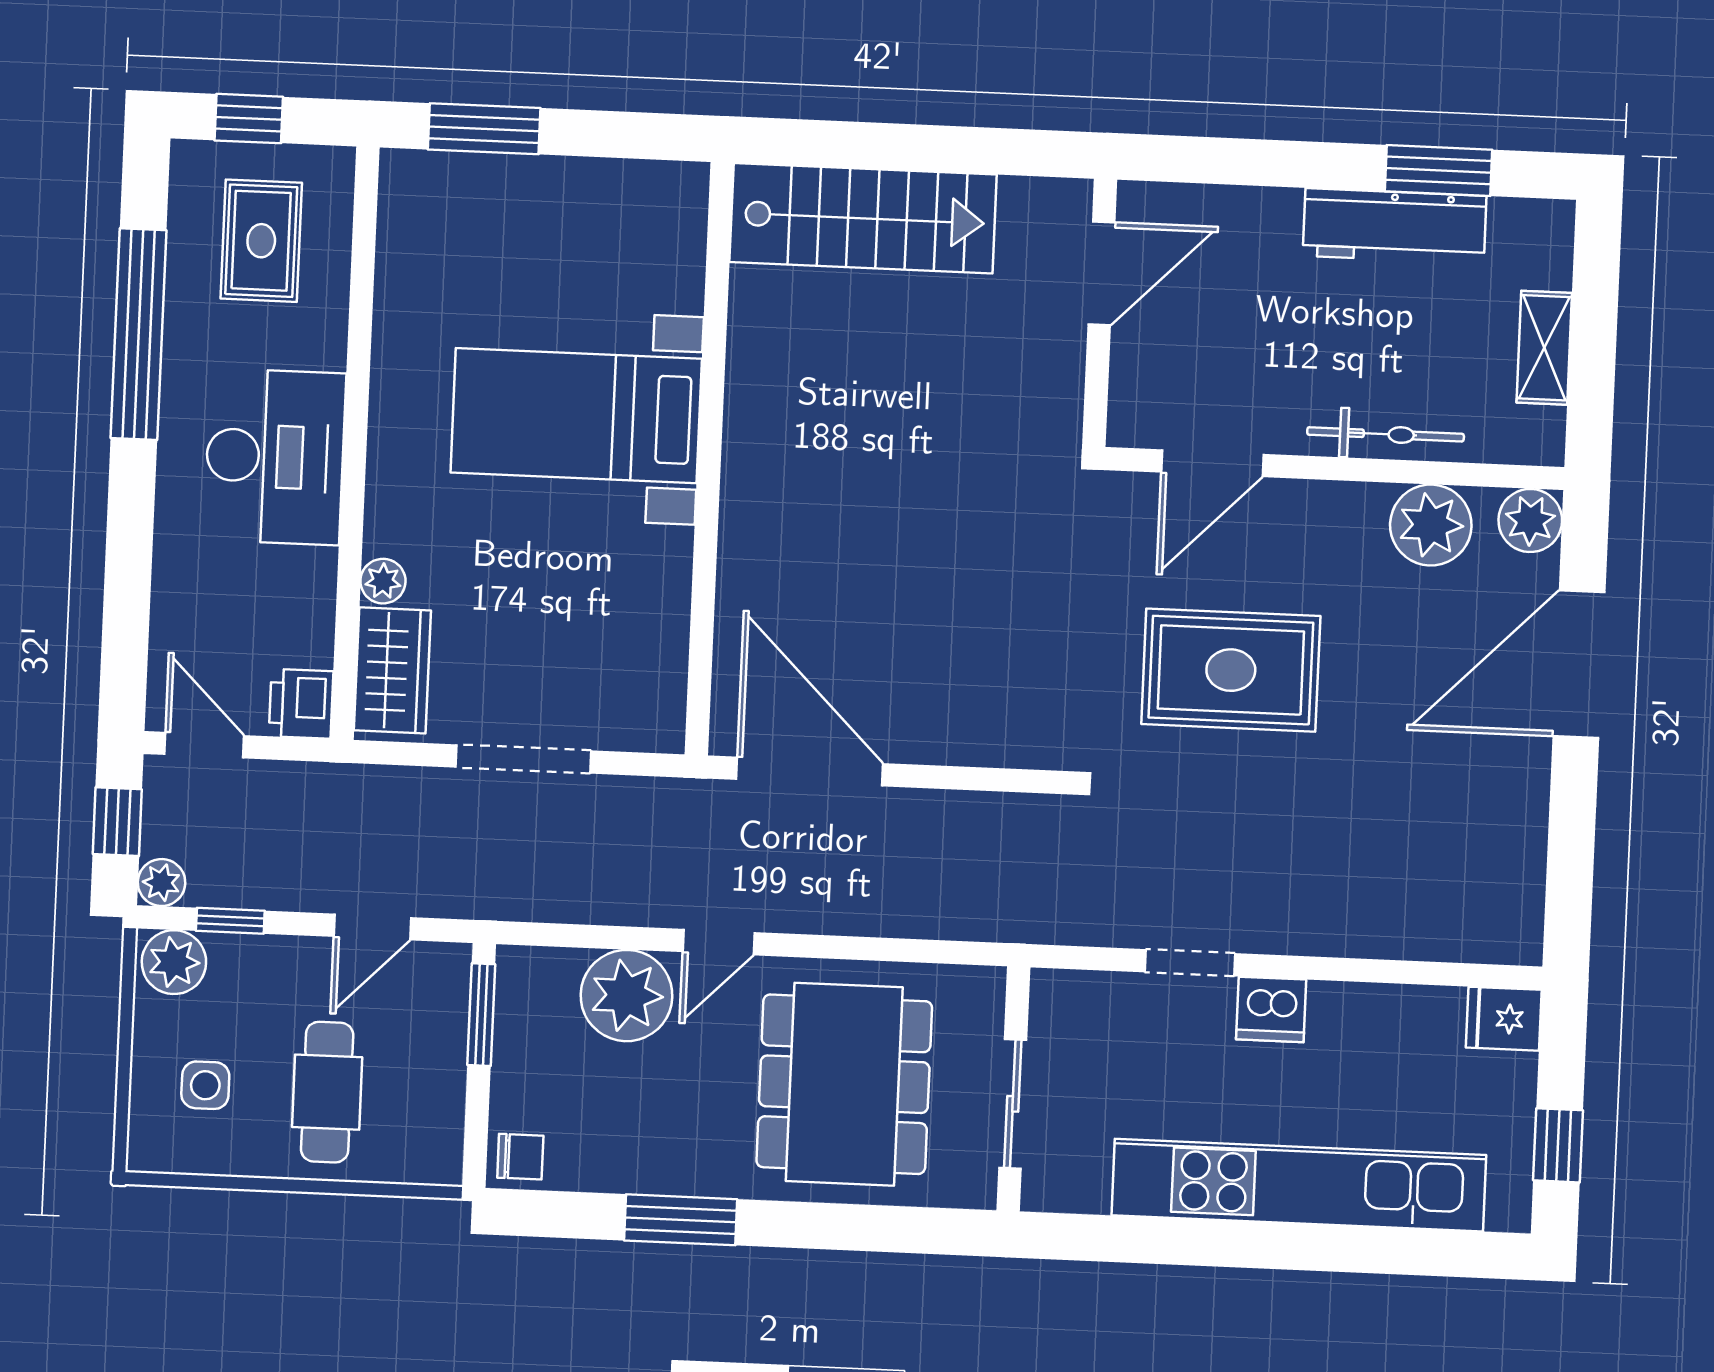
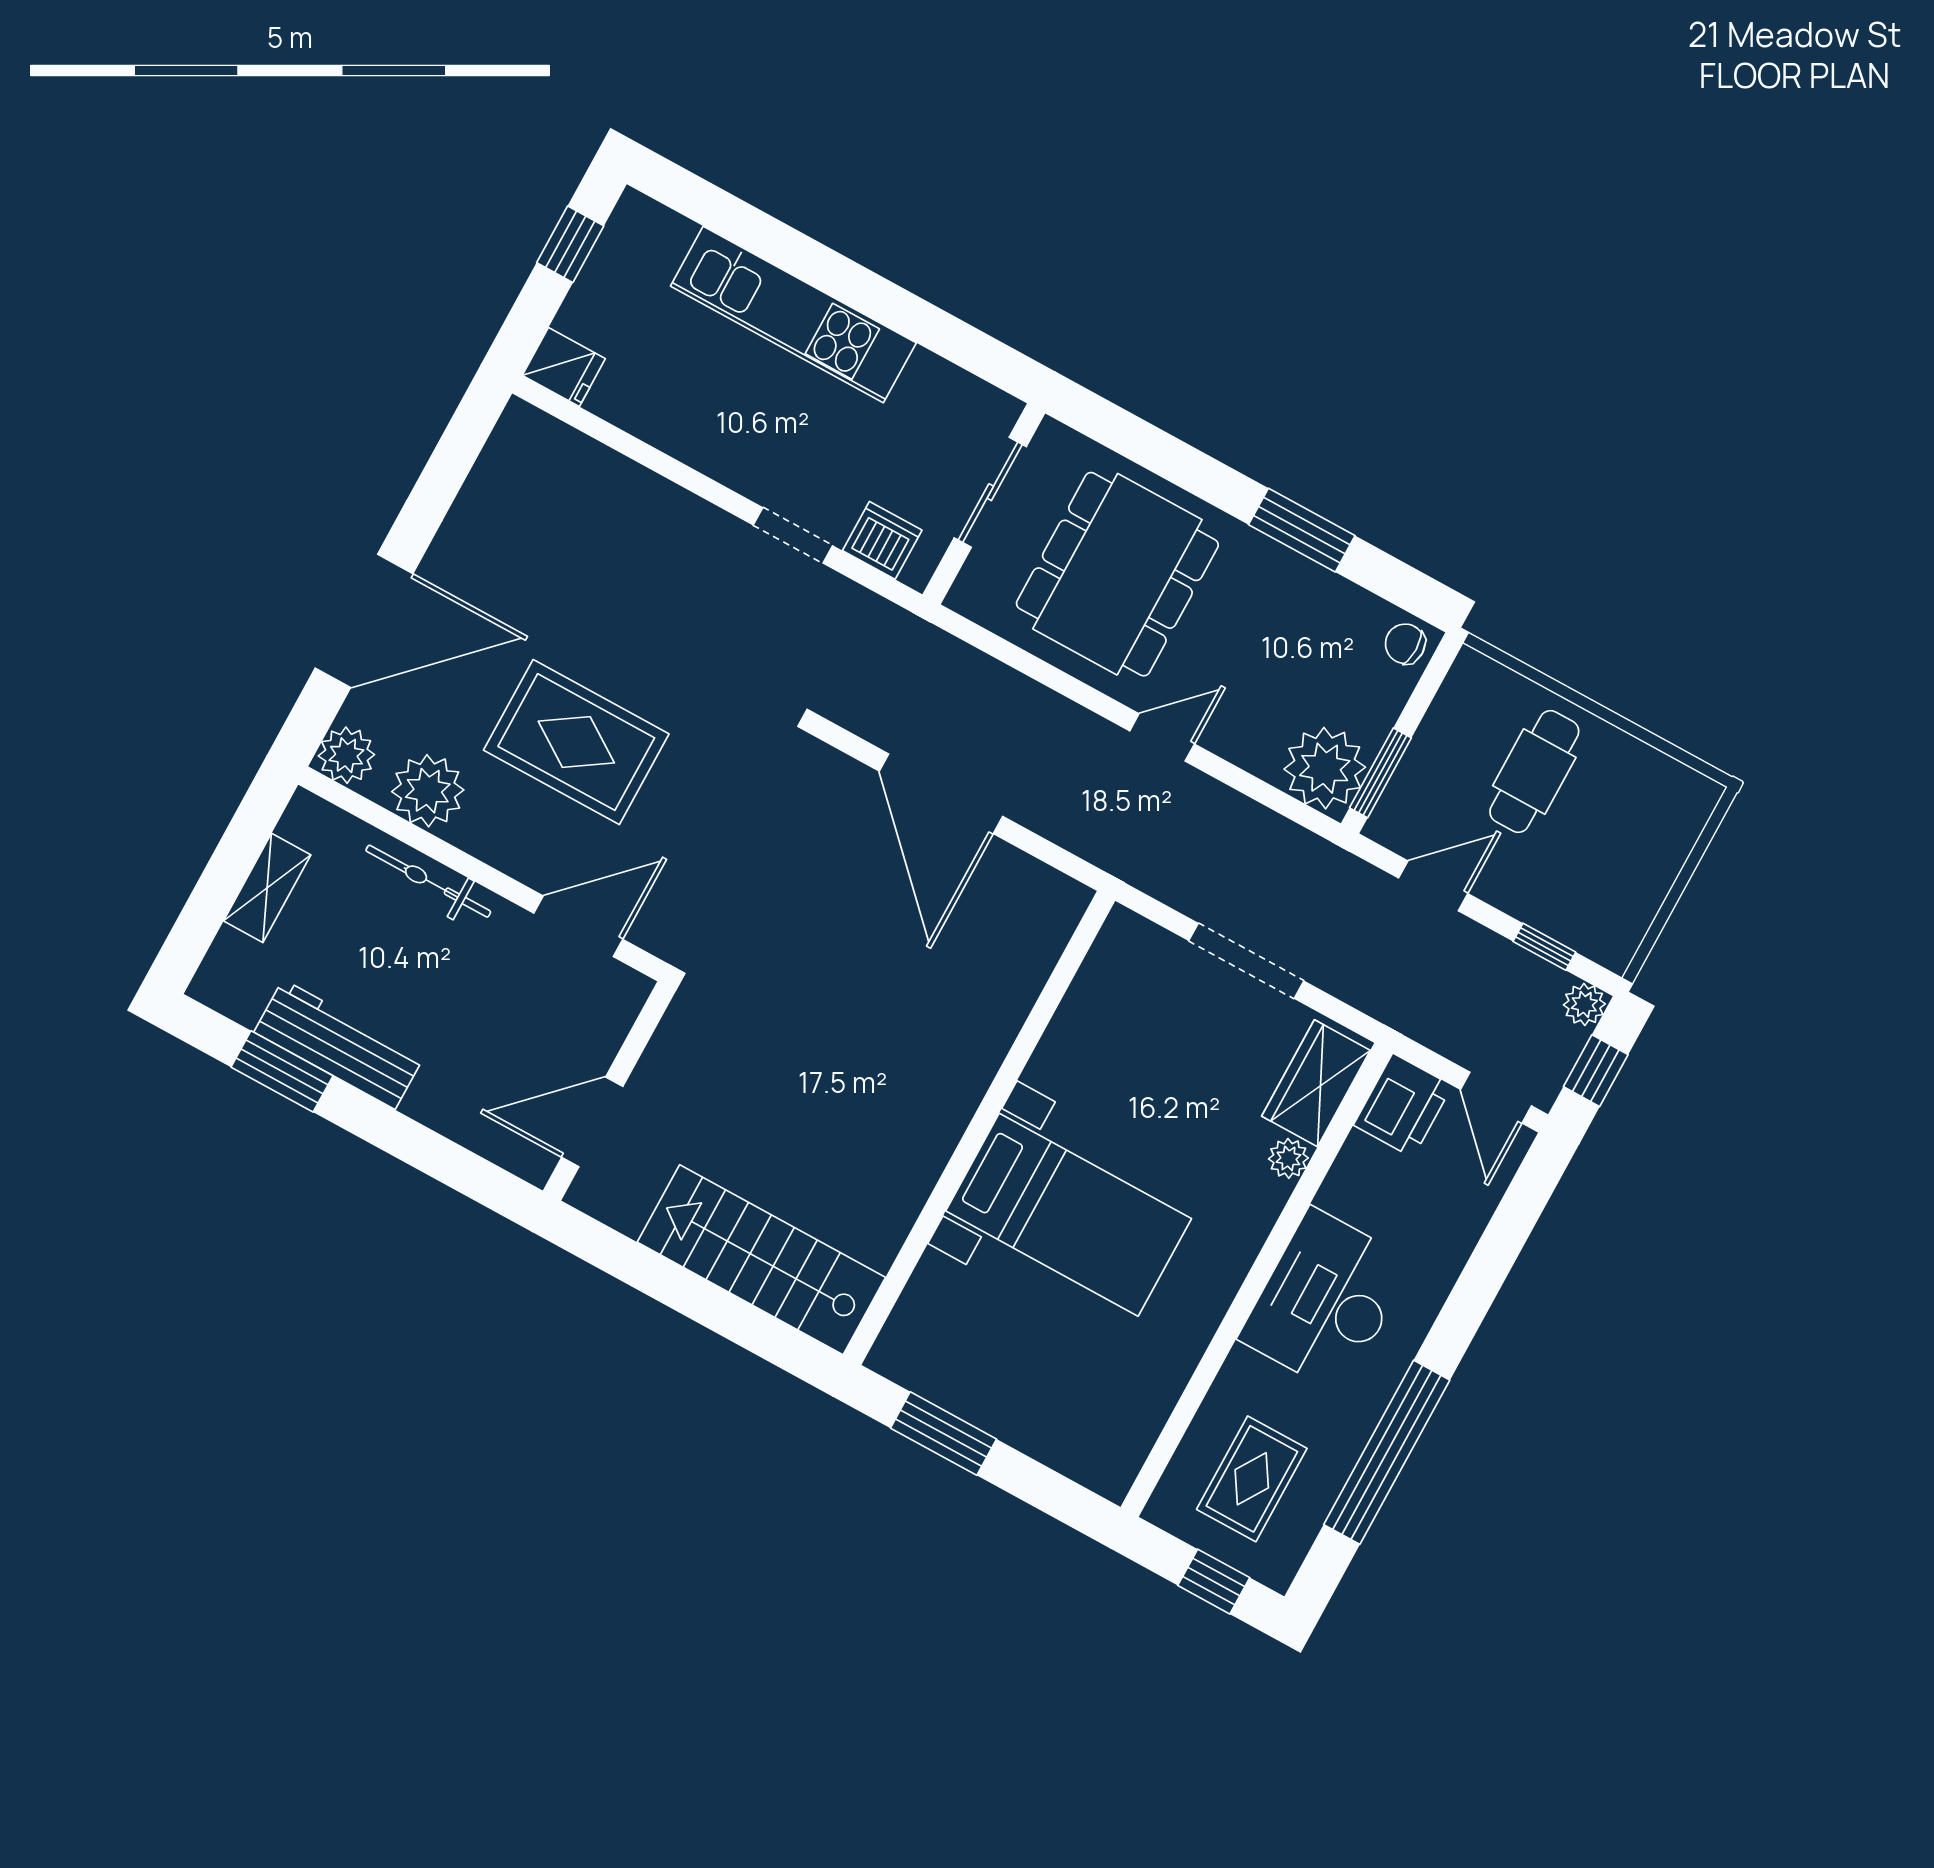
window: (484, 129) -> (943, 1434), moved
rug: (1231, 670) -> (576, 742), moved
printer: (301, 704) -> (1403, 1105), width x1.36, depth x1.24
door: (810, 772) -> (941, 794), moved
plant: (174, 962) -> (1606, 936), removed
plant: (627, 996) -> (1325, 768), moved
dishwasher: (1271, 1009) -> (882, 540), moved
side table: (205, 1085) -> (1629, 825), removed
kitchen unit: (1299, 1185) -> (793, 314), width x0.73

